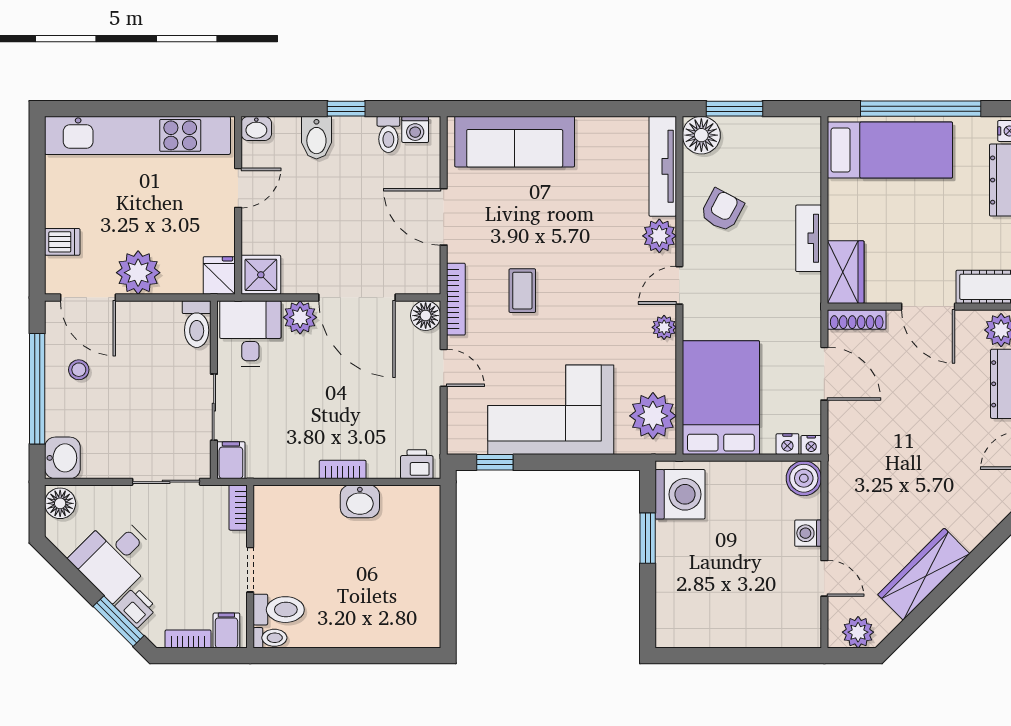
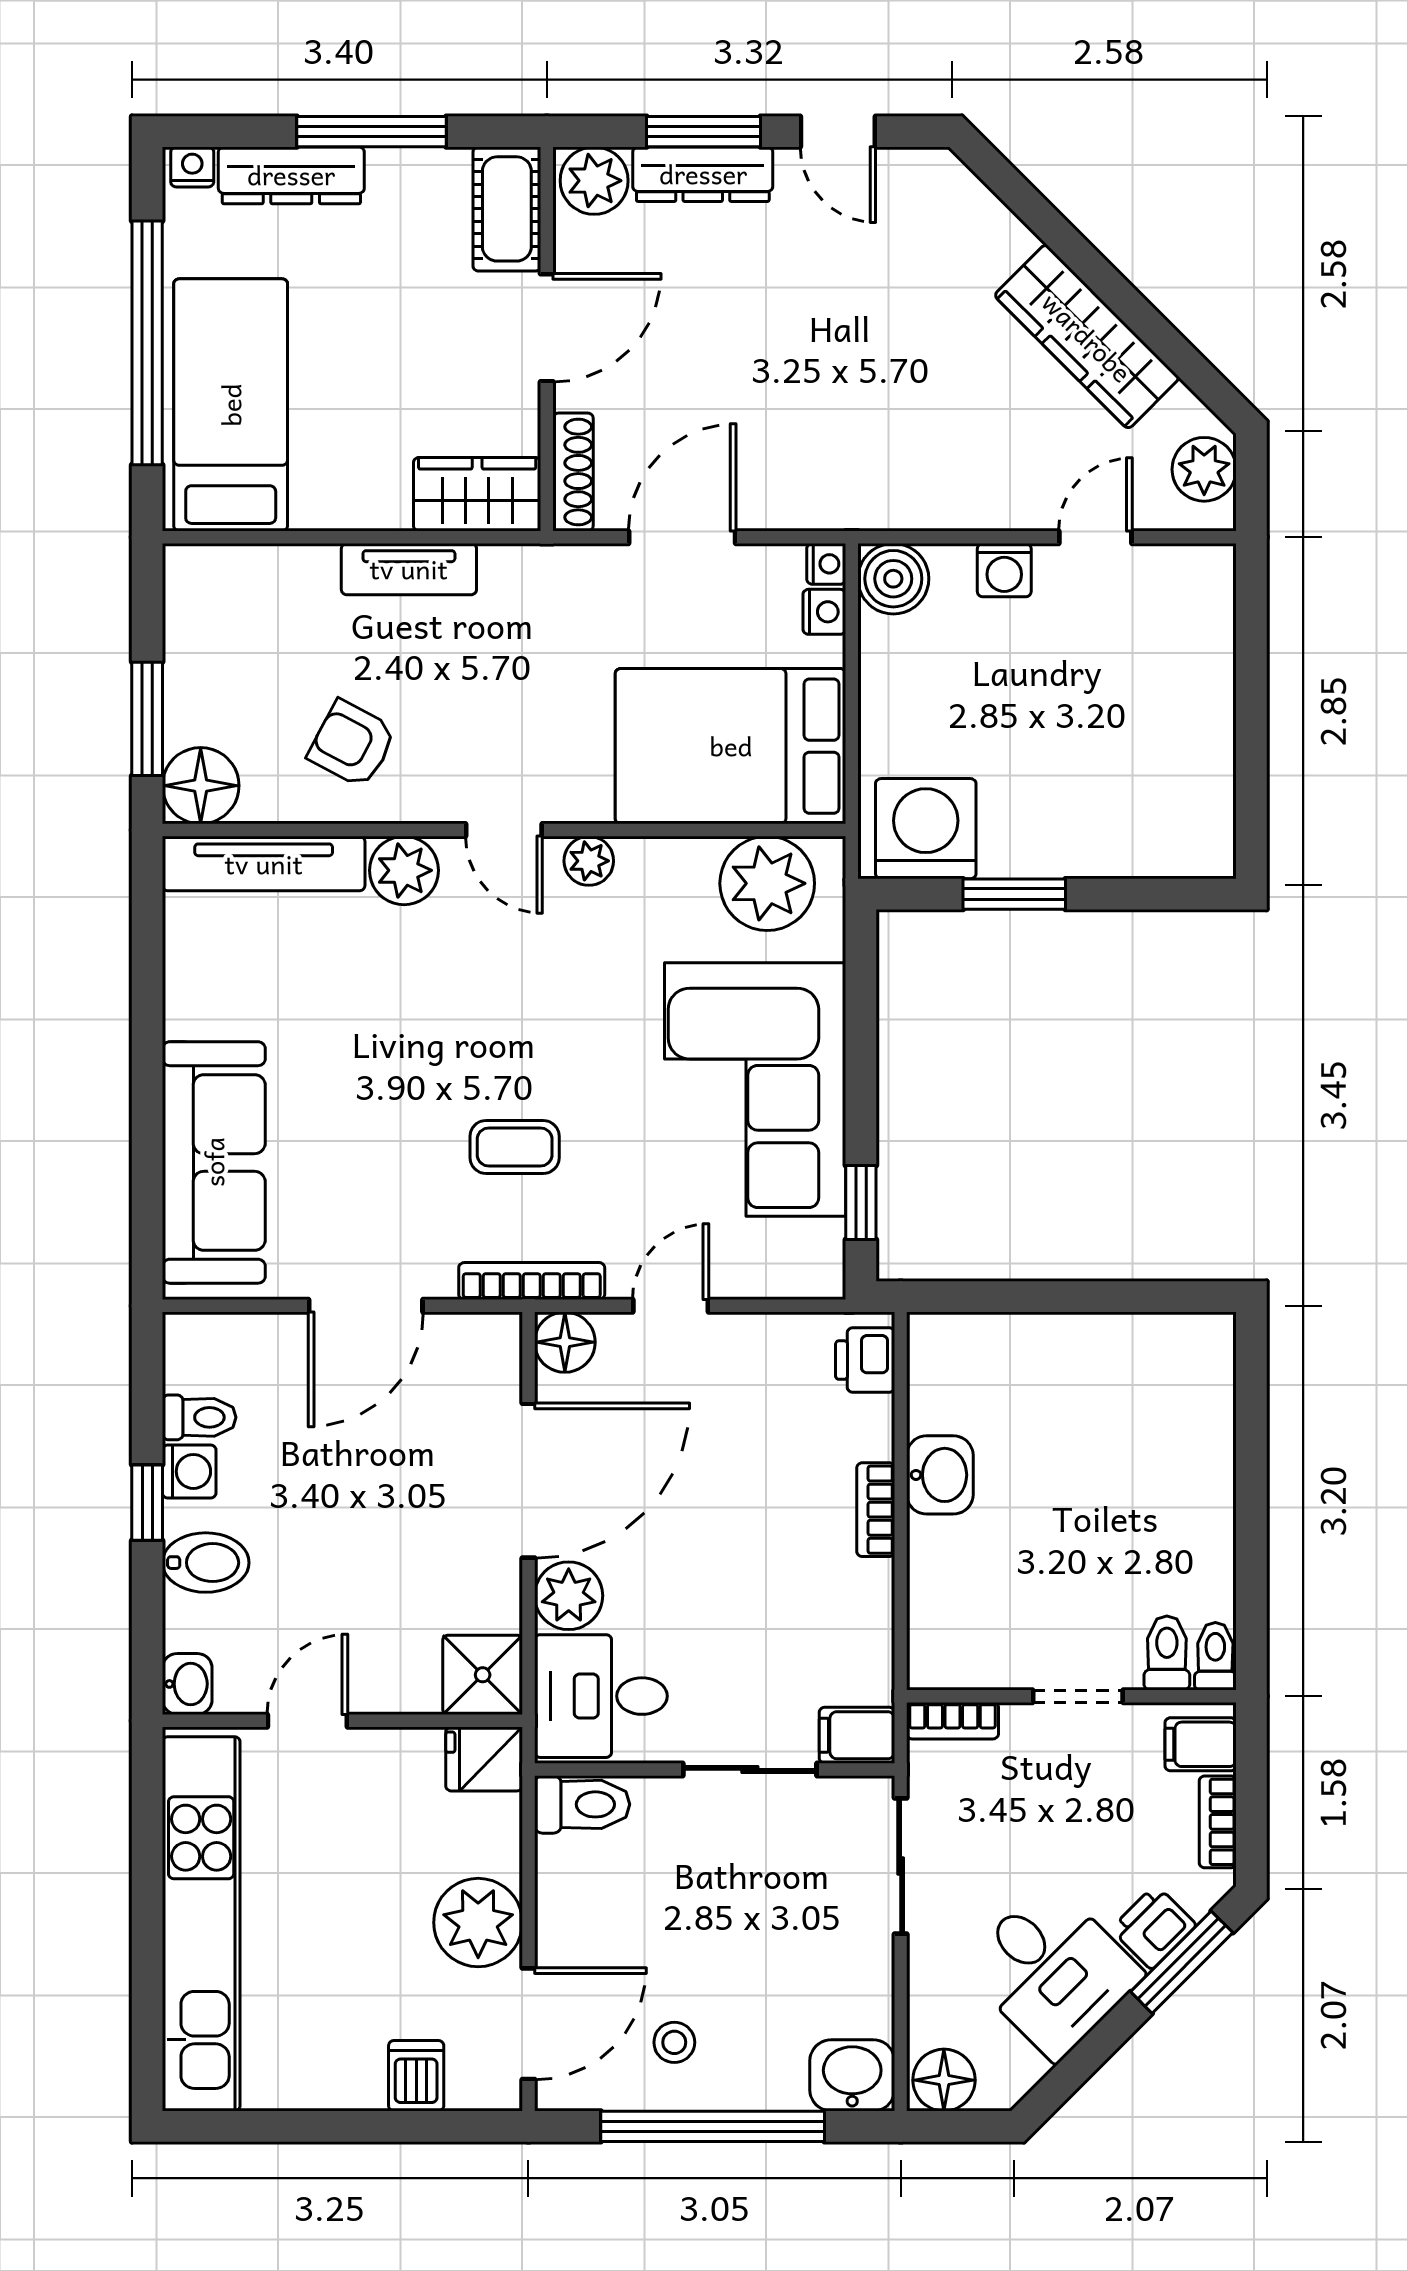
washing machine: (415, 129) -> (189, 1471), moved
door: (238, 188) -> (307, 1721), hinge flipped
toilet: (279, 610) -> (1167, 1653), width x0.73, depth x0.72

